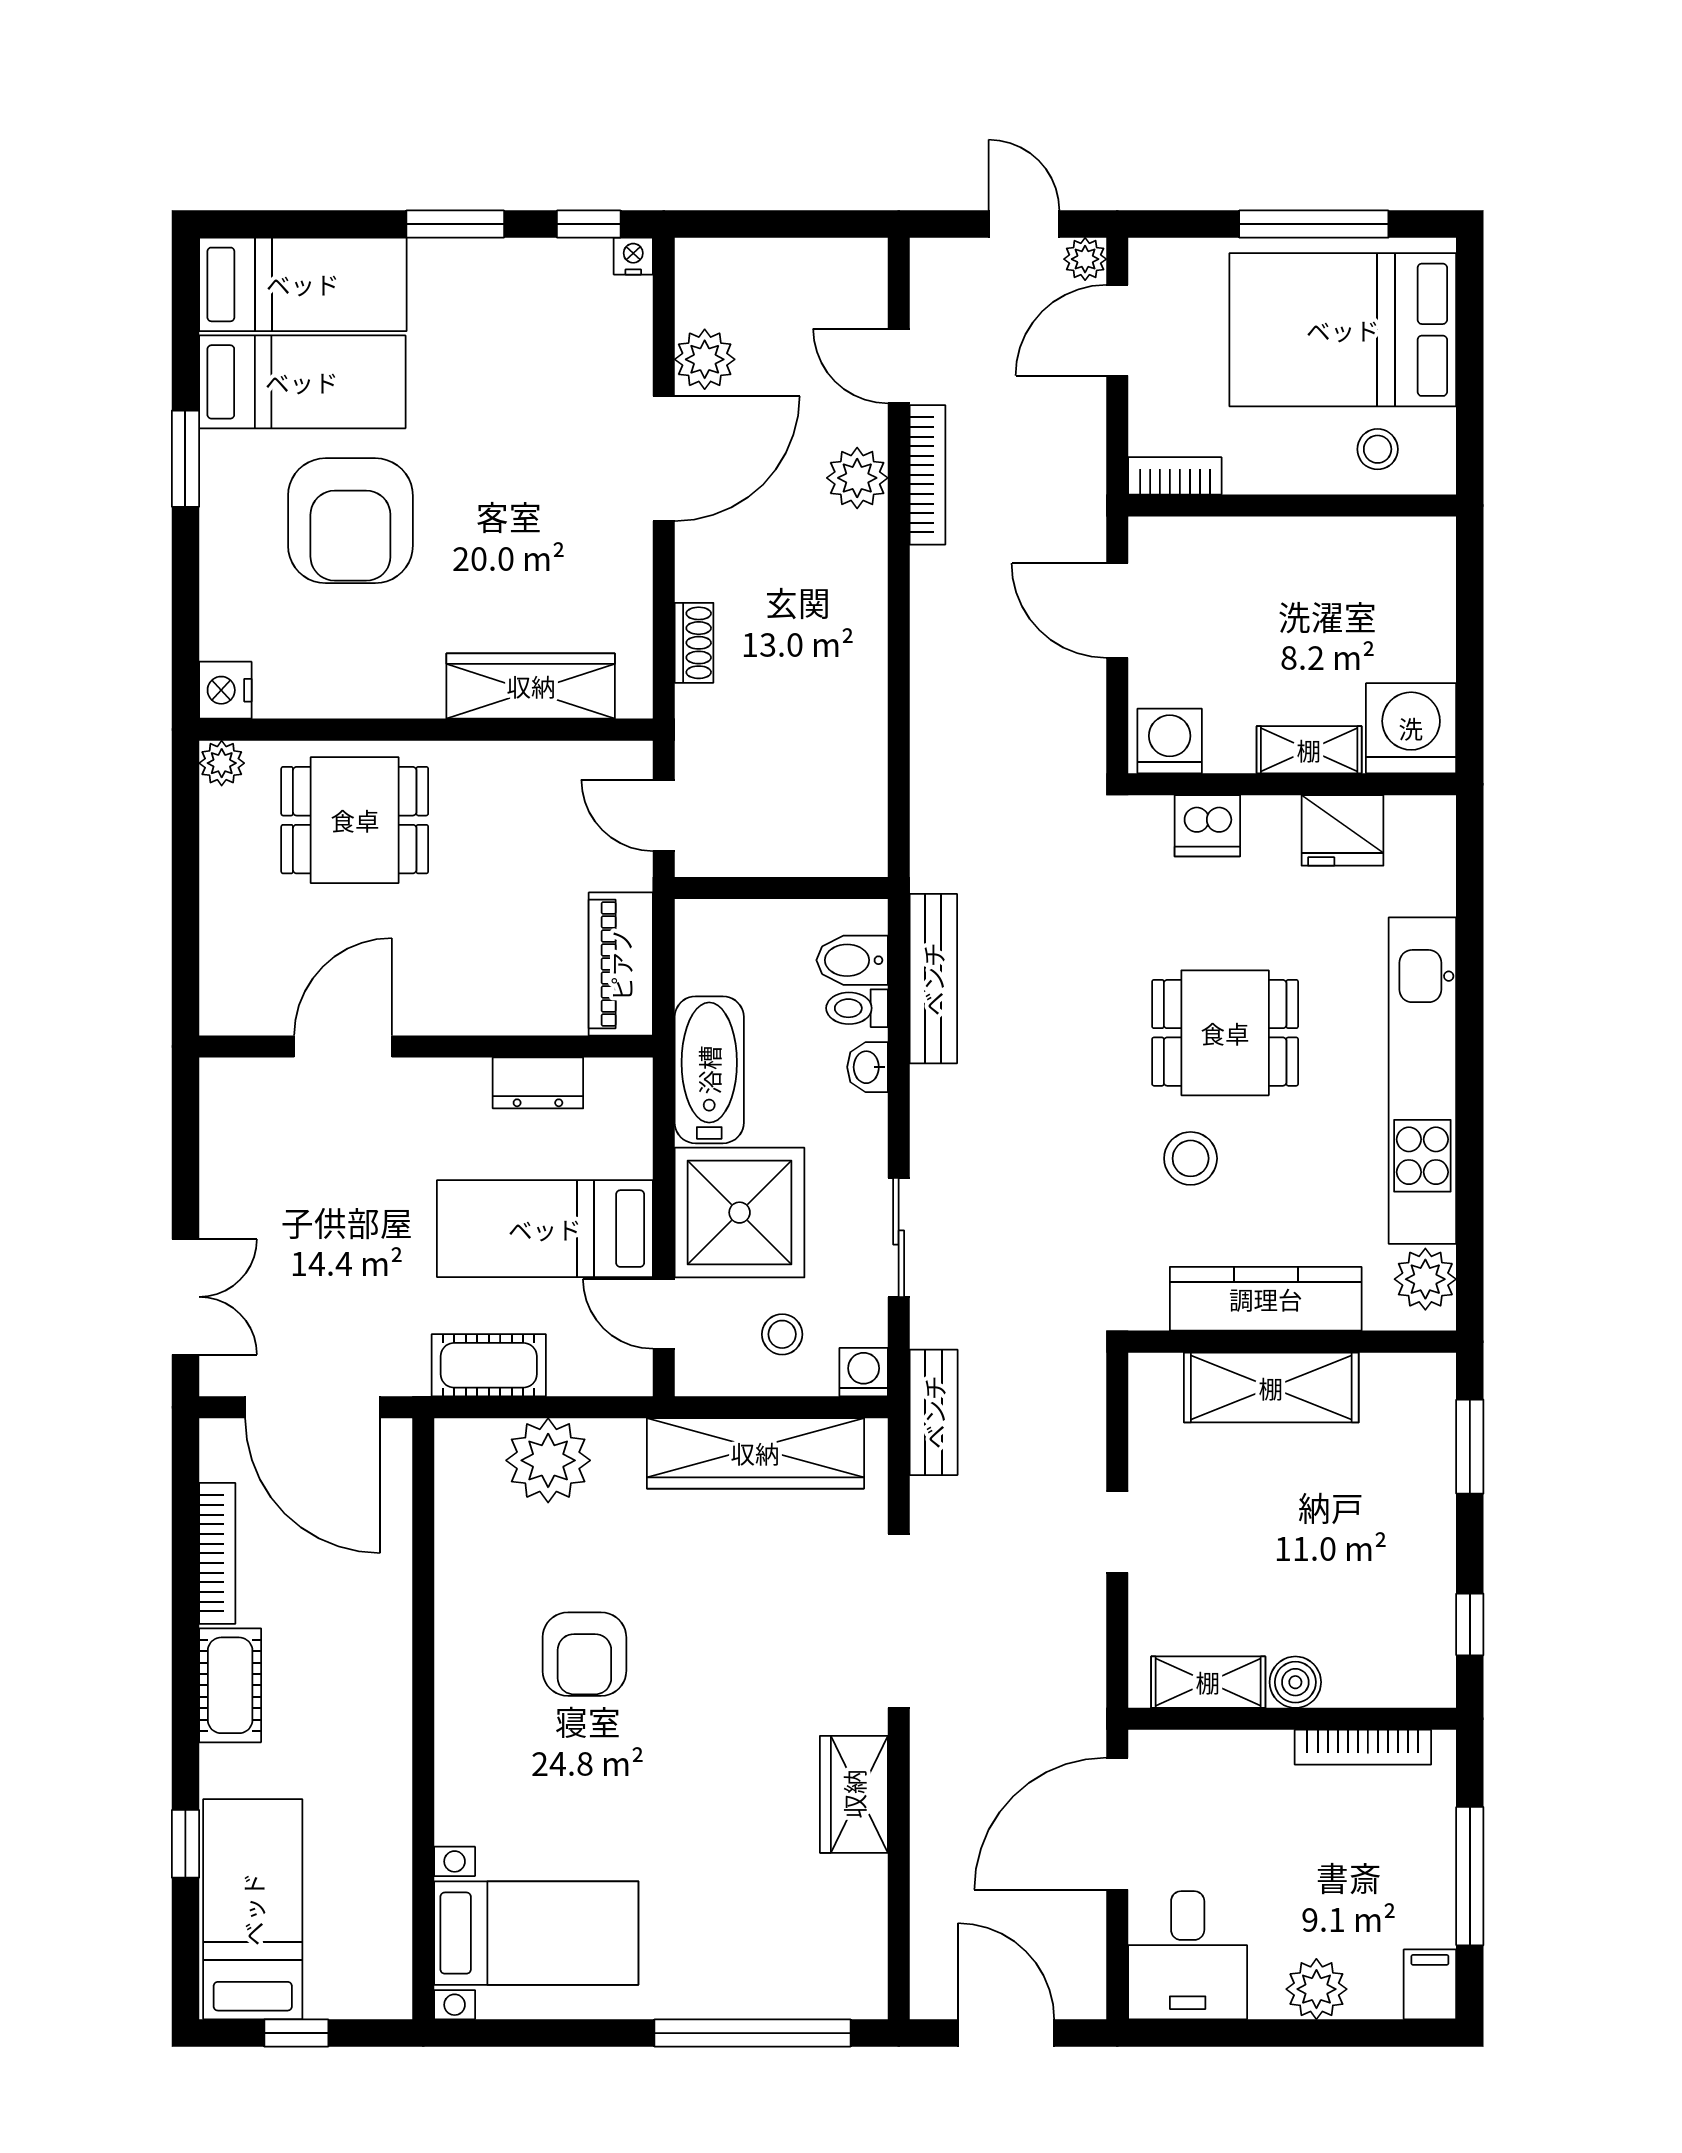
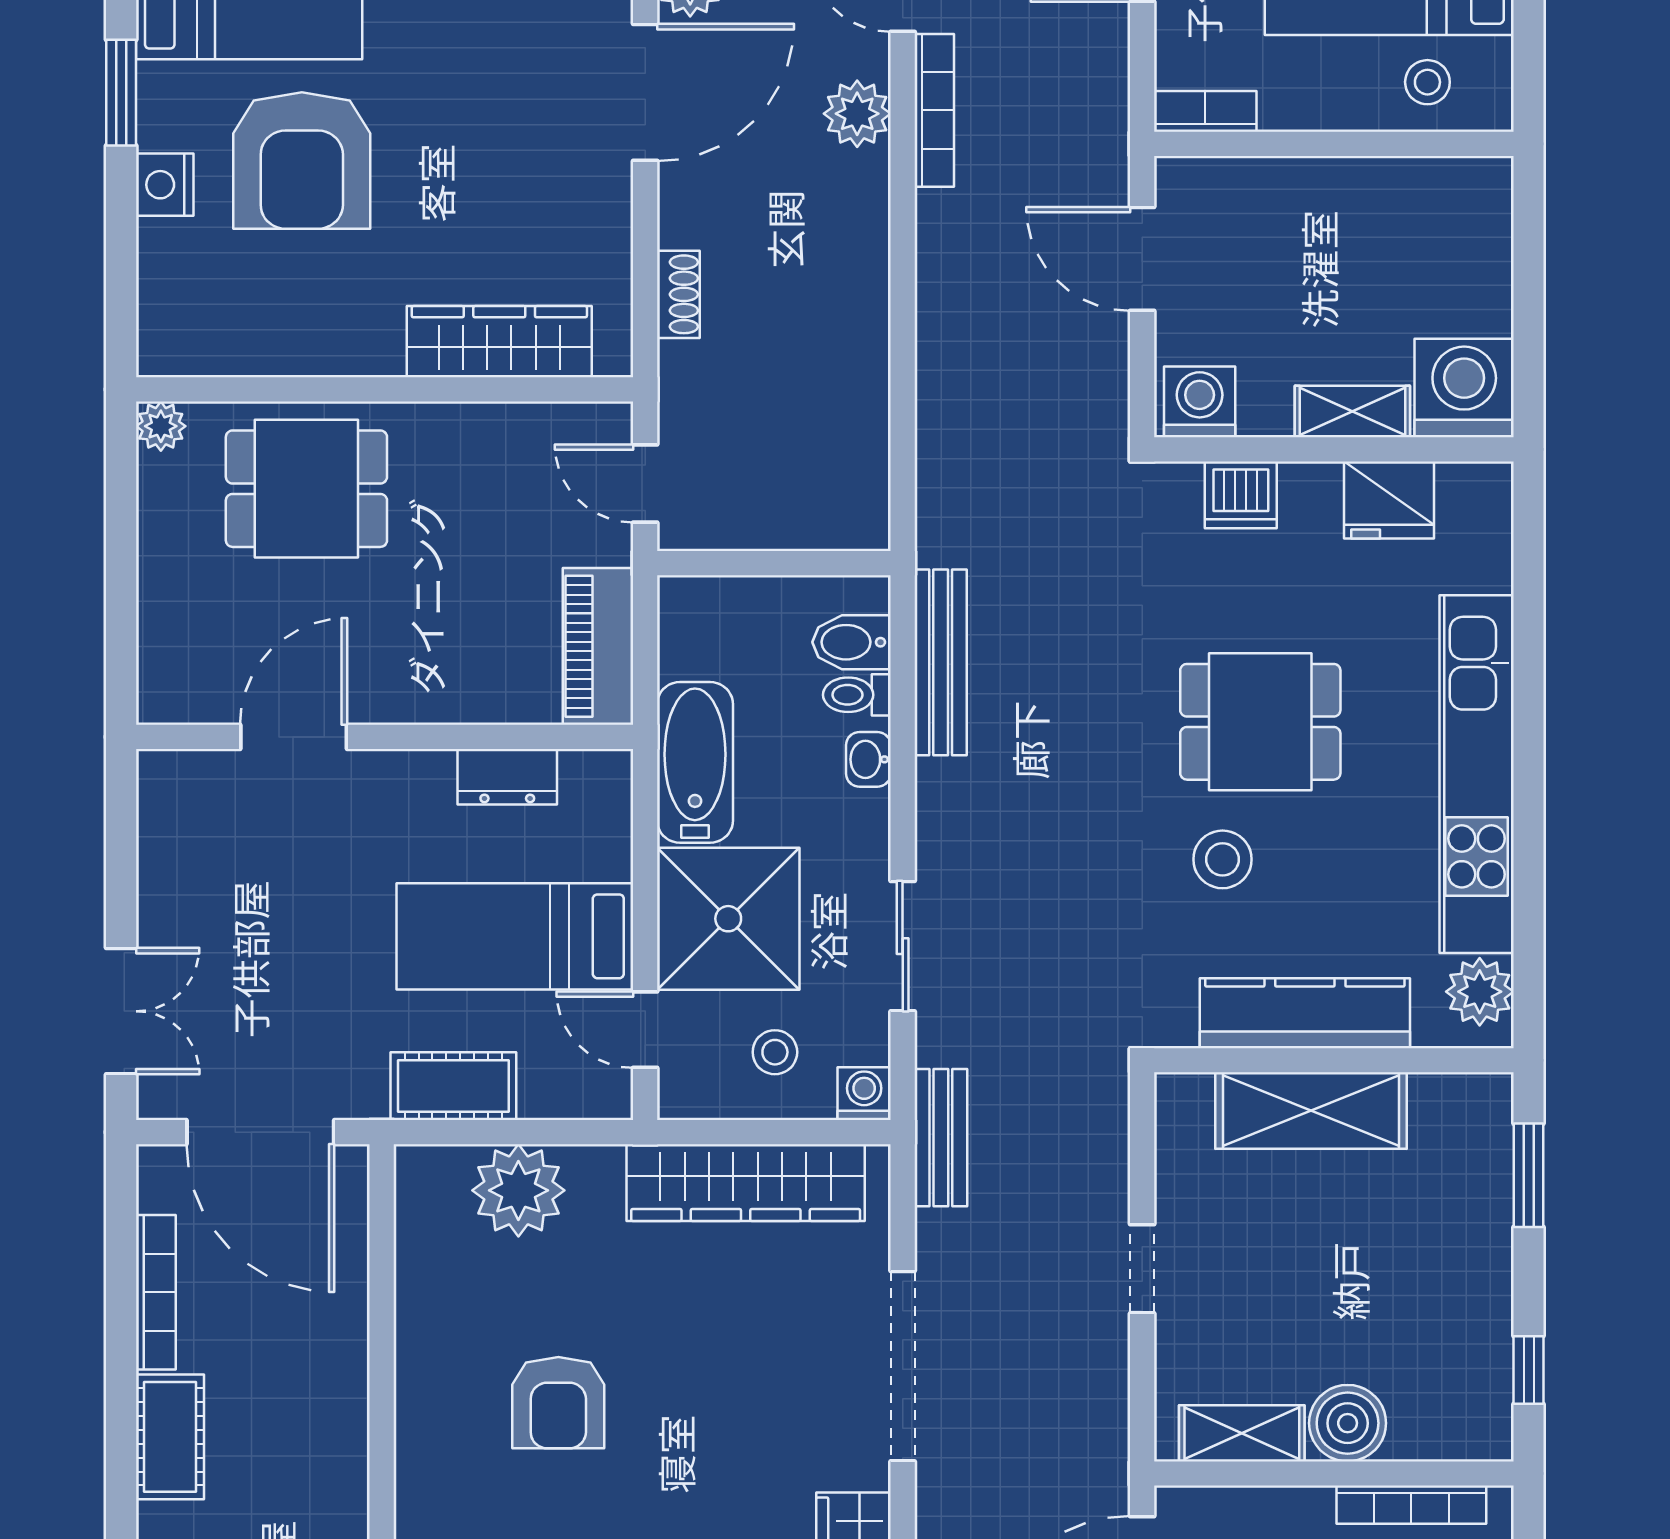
nightstand: (225, 690) -> (165, 185), moved
boiler: (1295, 1682) -> (1348, 1423), width x1.36, depth x1.36

